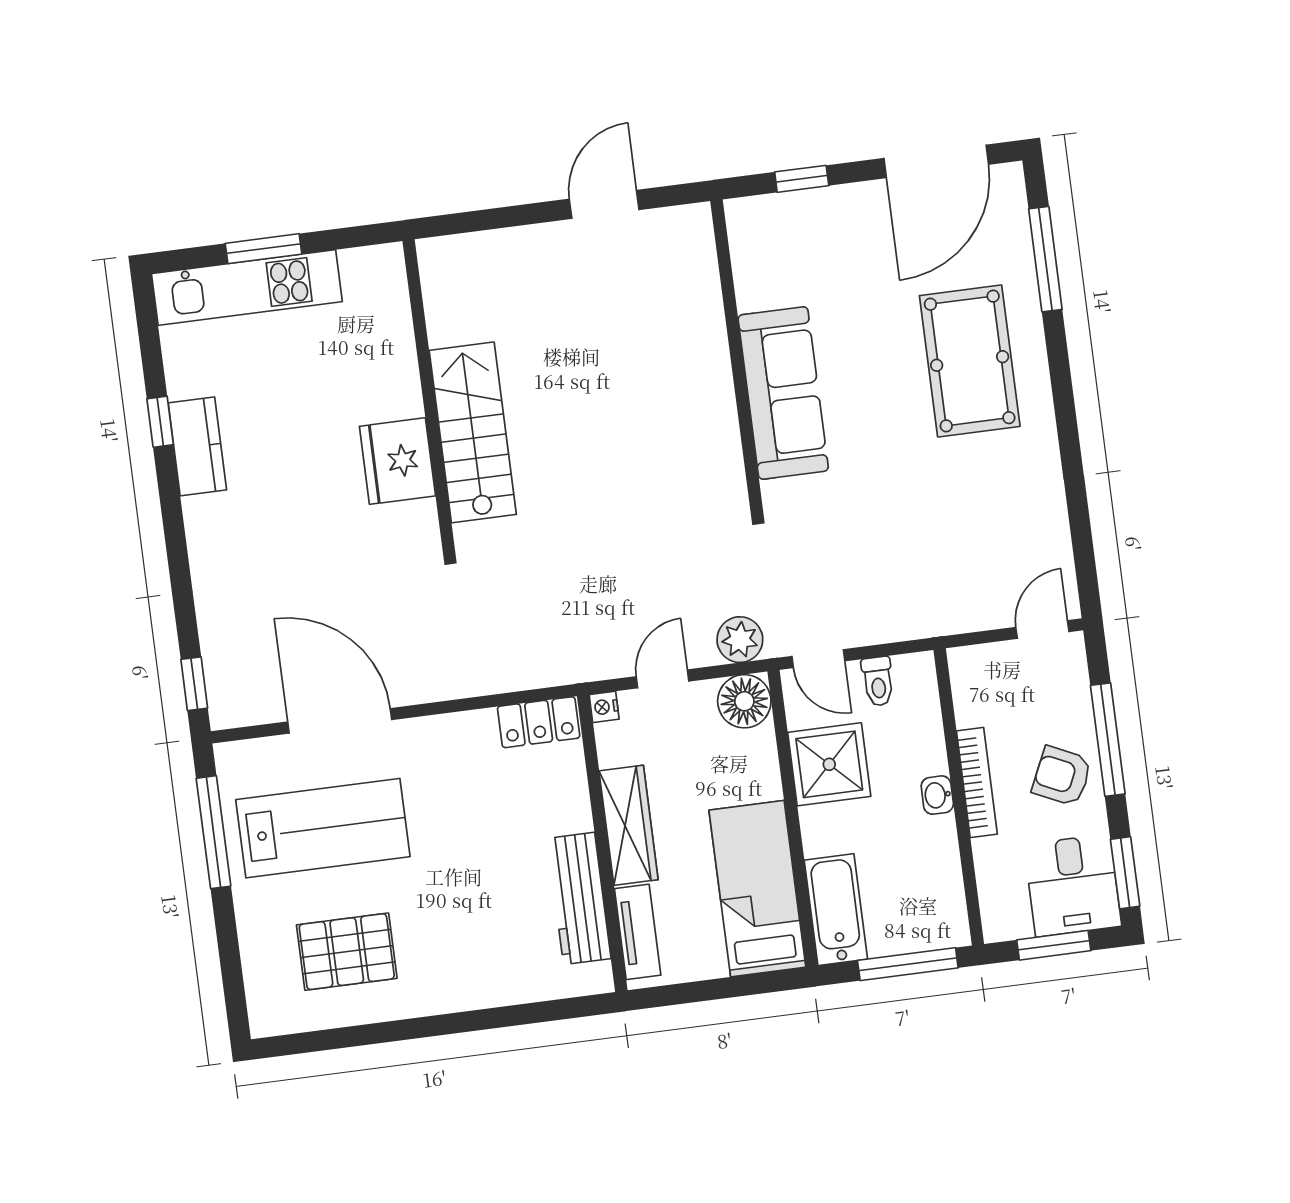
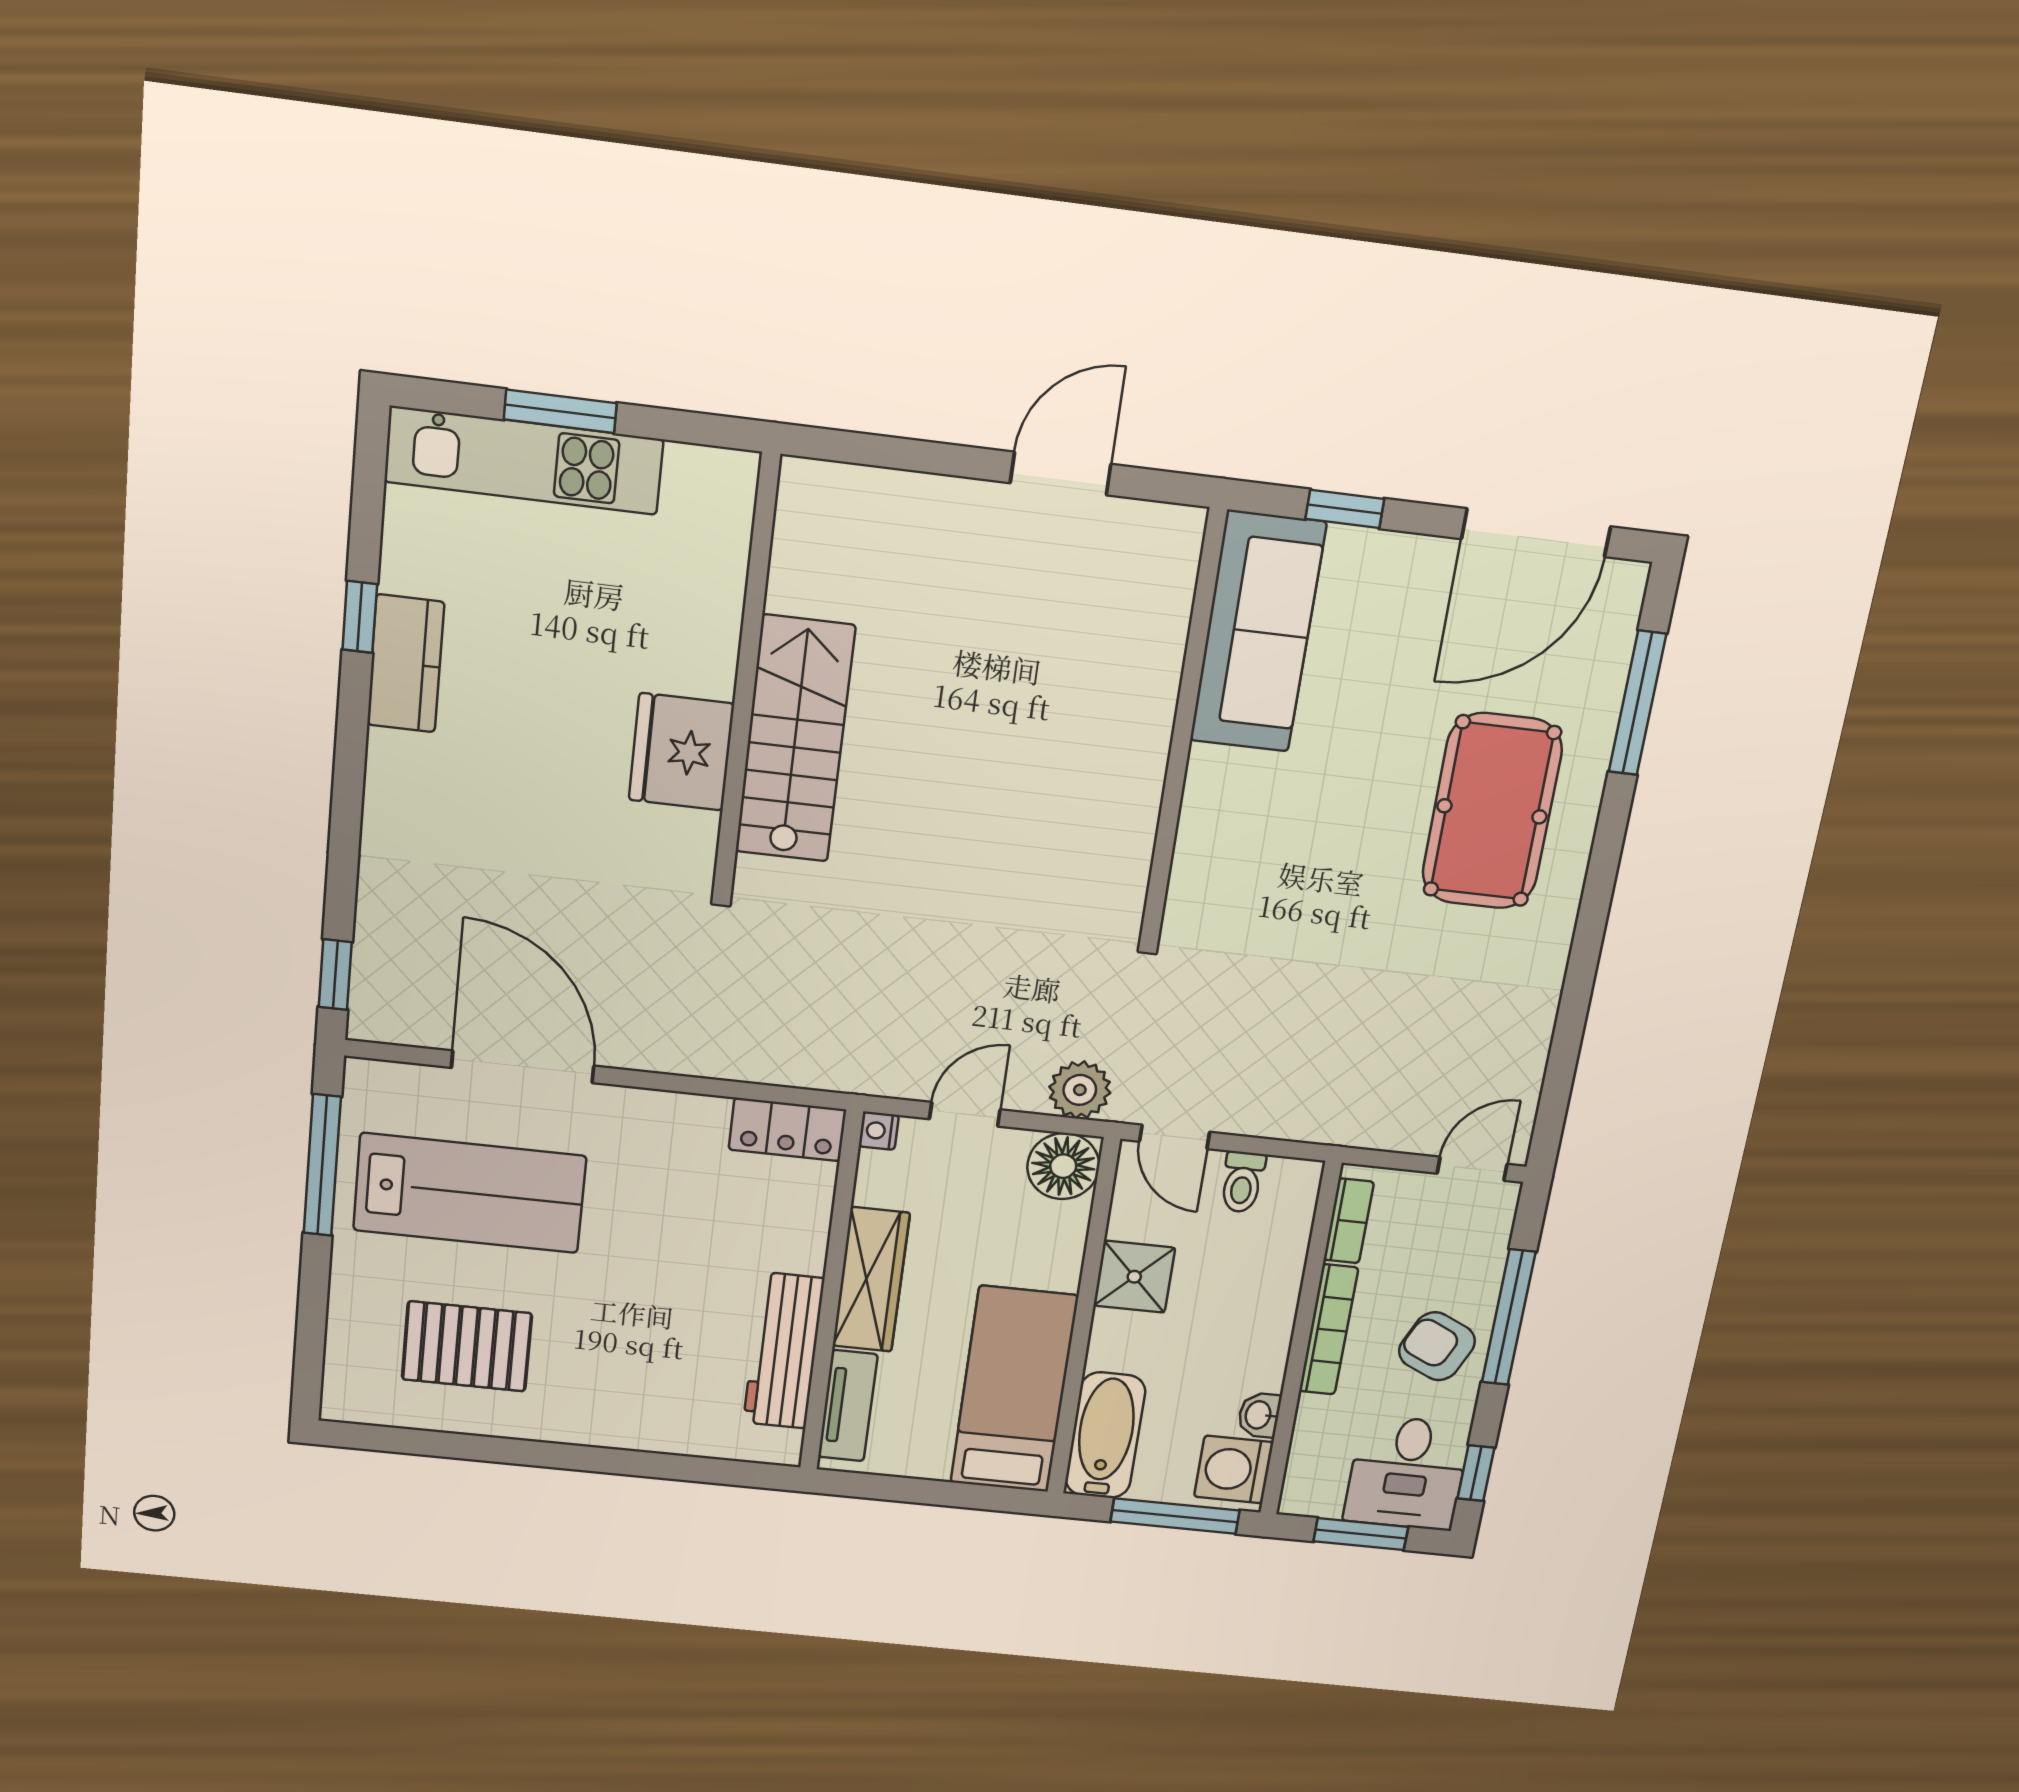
sofa: (783, 393) -> (1258, 632), moved
bookcase: (965, 692) -> (1349, 1221), added
shower: (829, 764) -> (1134, 1277), width x0.73, depth x0.73
washbasin: (937, 795) -> (1259, 1415), moved
window: (1125, 873) -> (1476, 1473), width x0.67
washing machine: (941, 914) -> (1234, 1469), added

